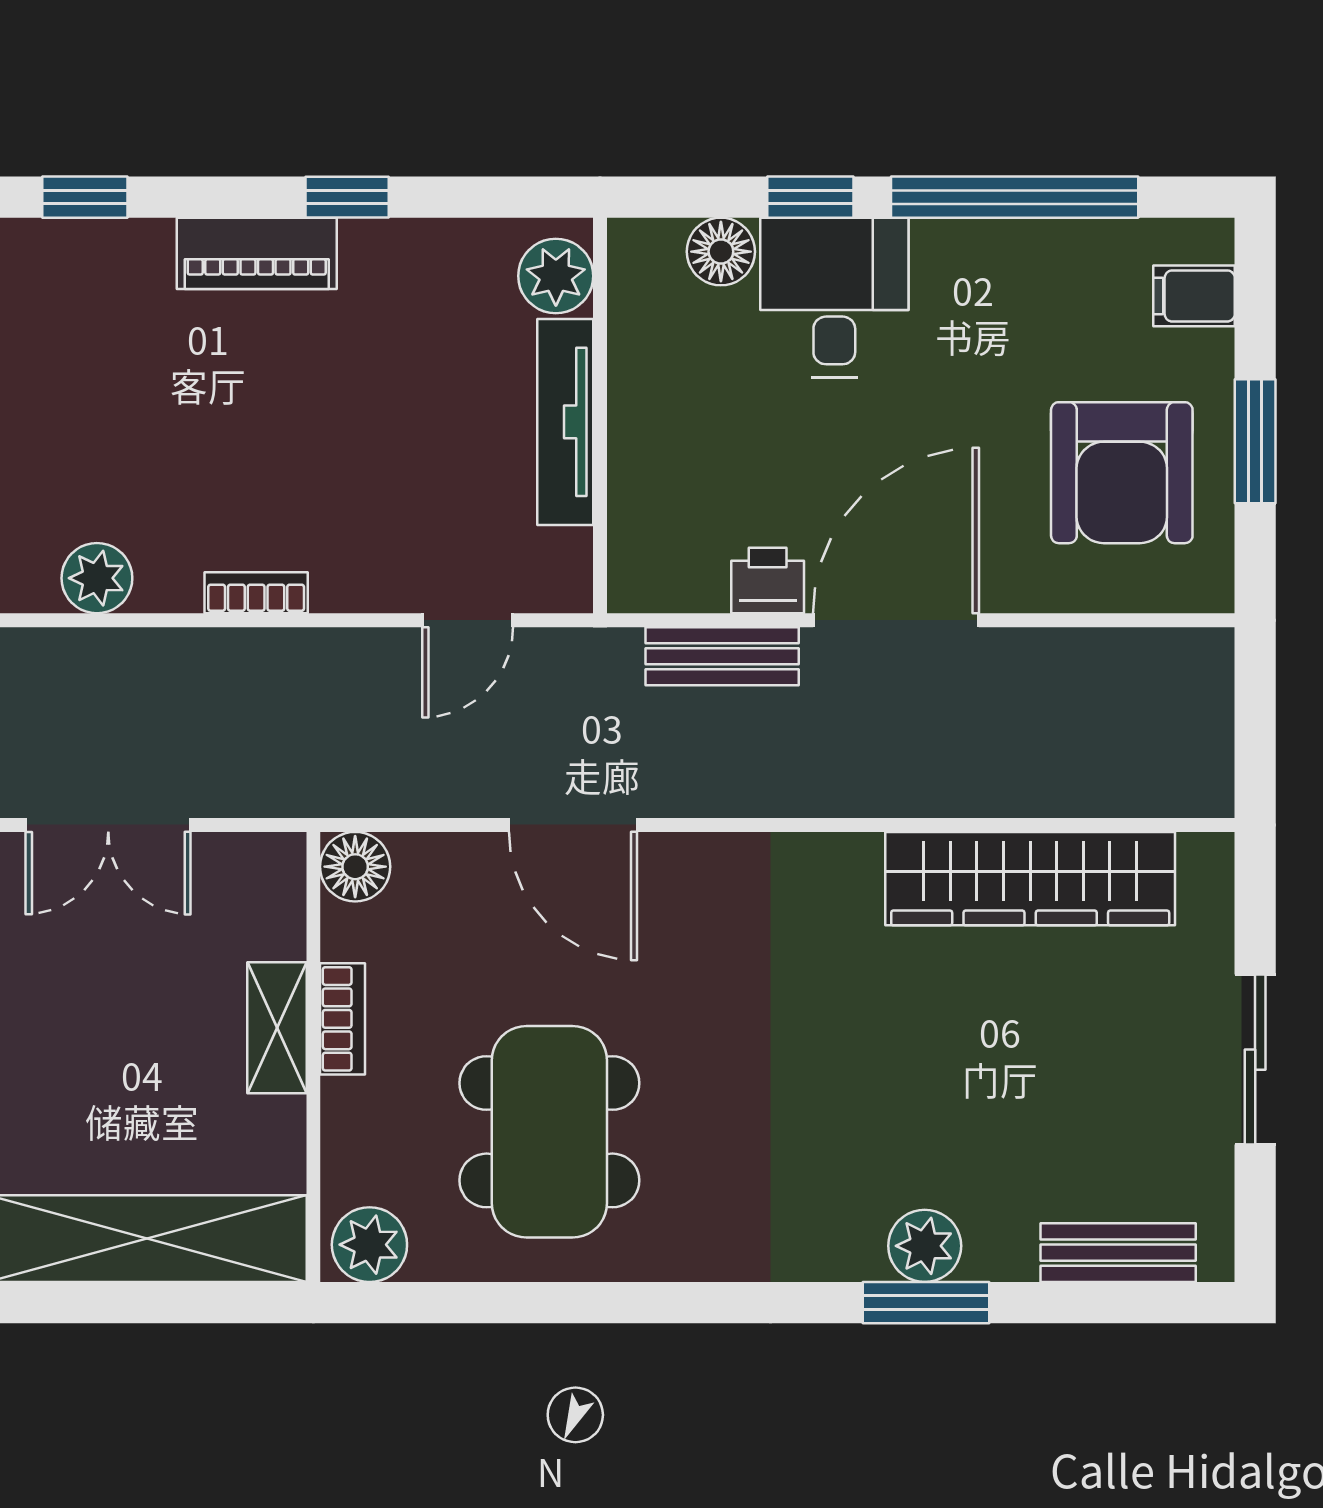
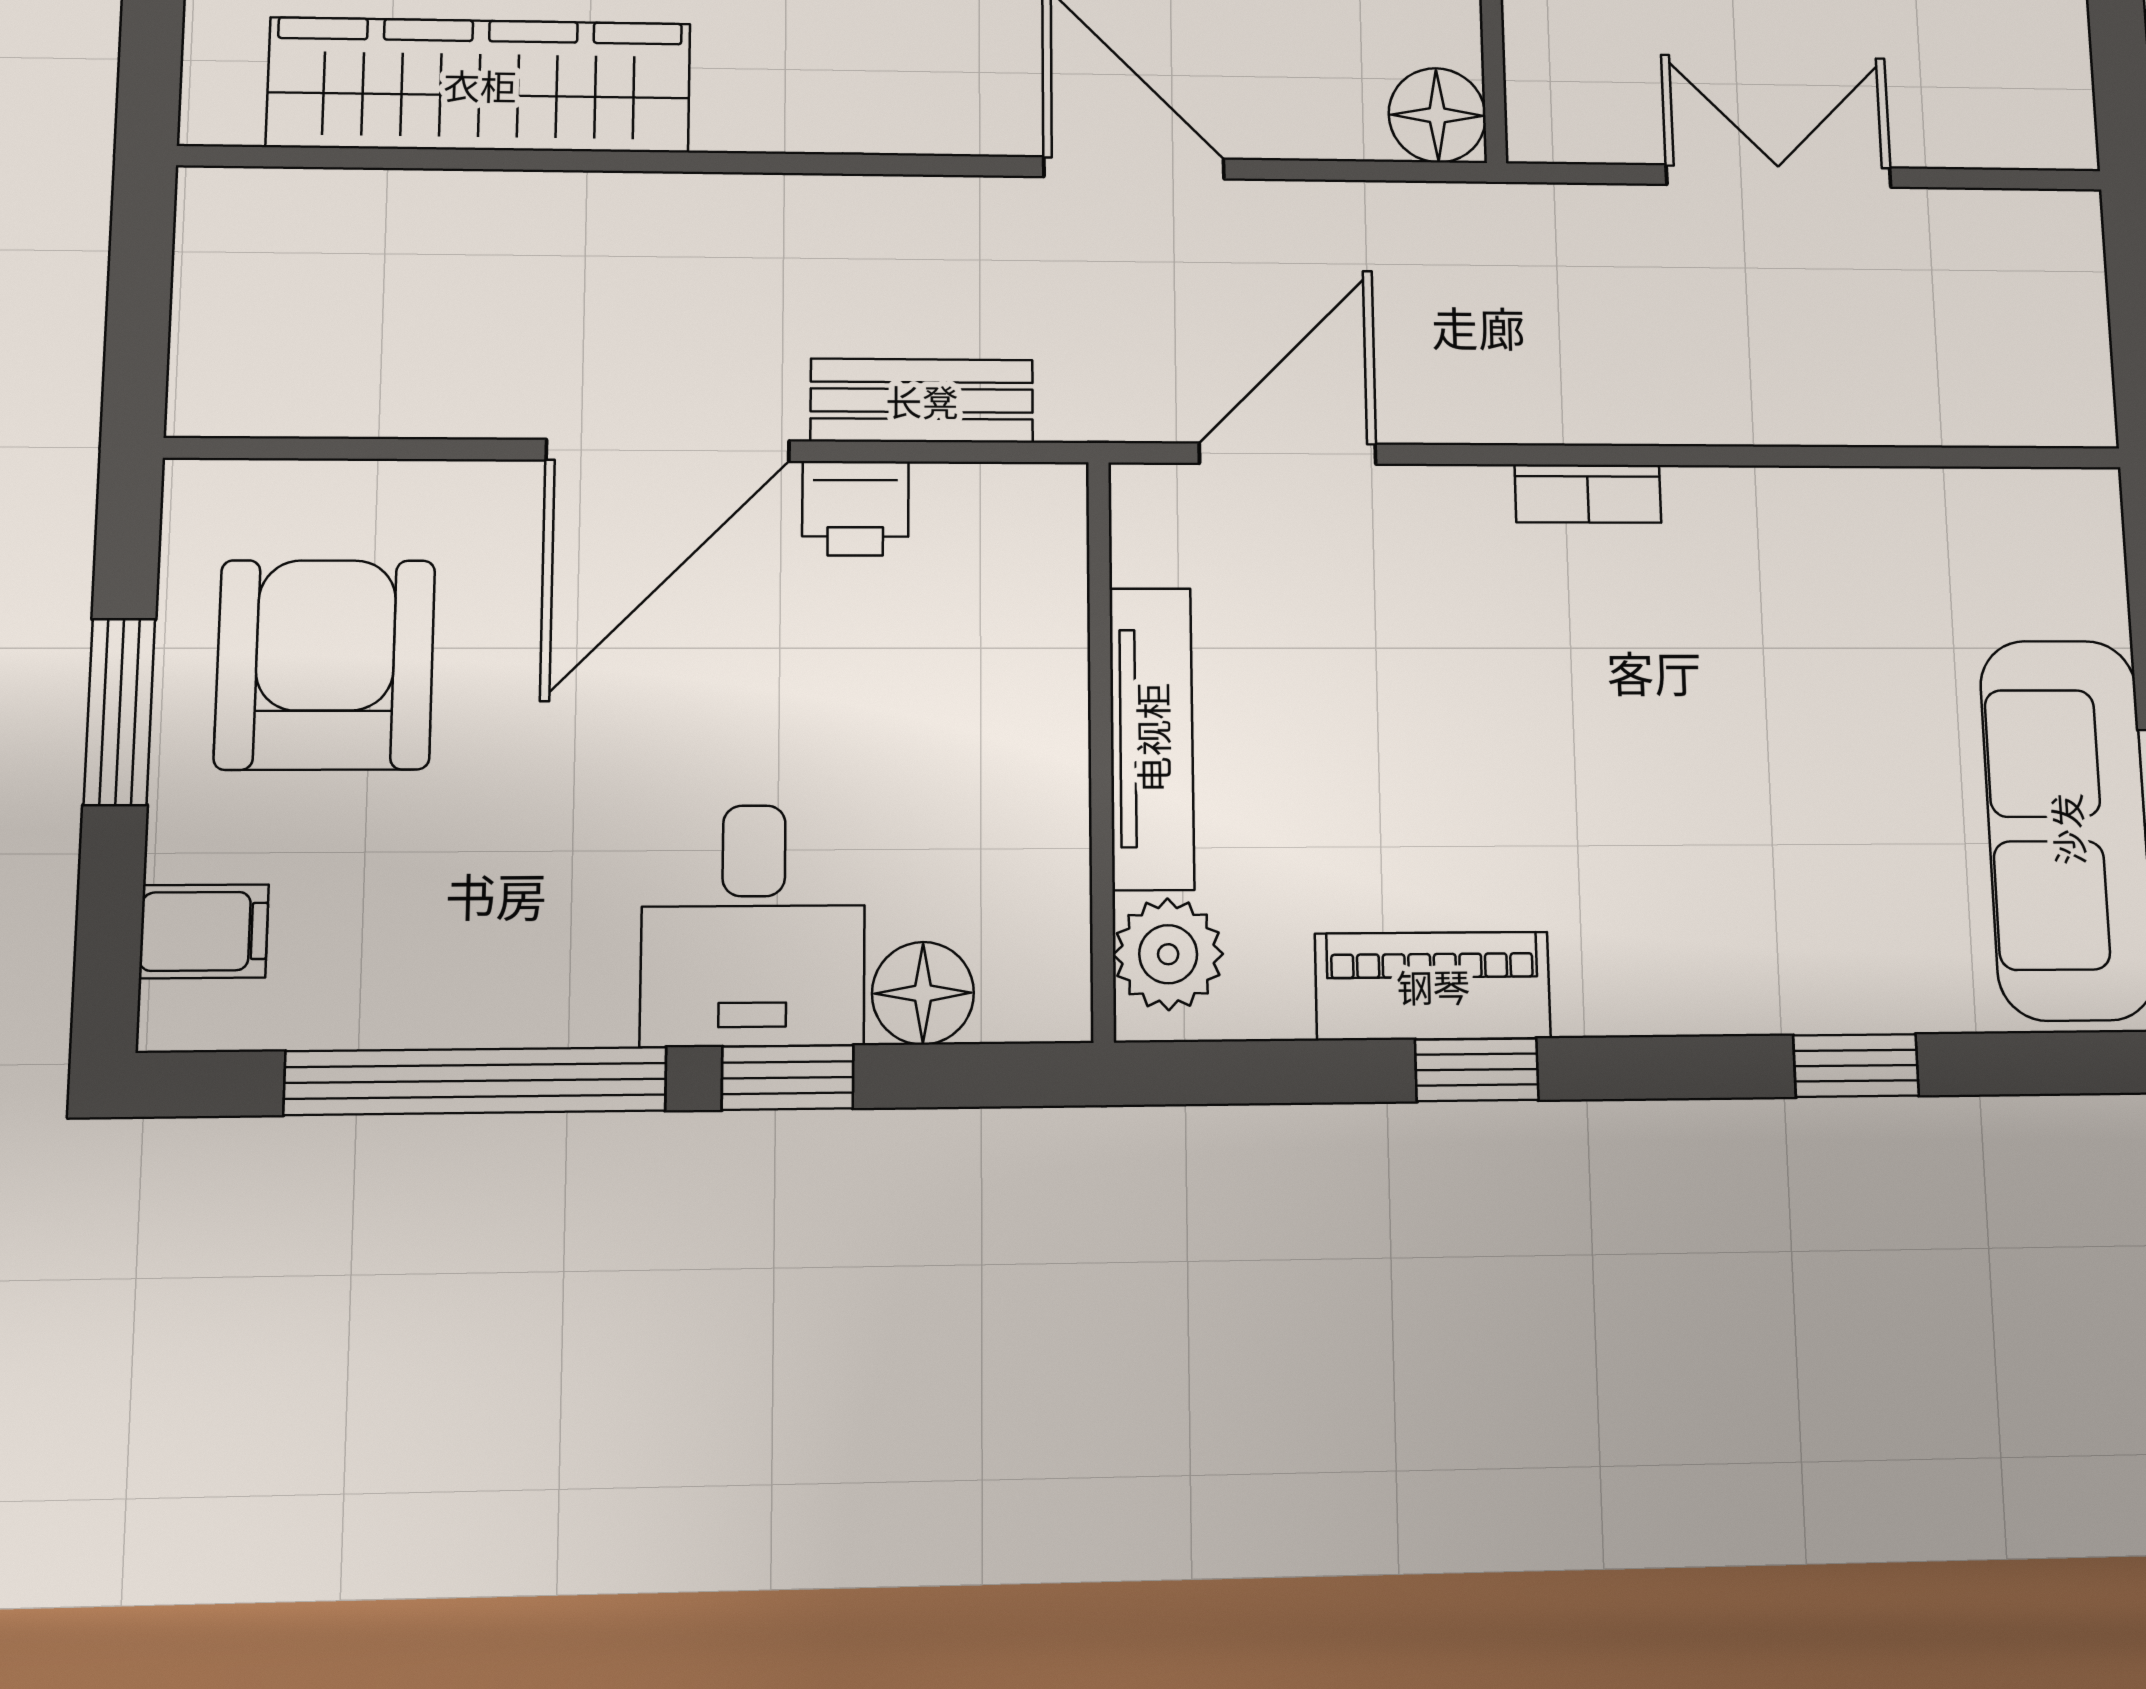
piano: (257, 253) -> (1433, 986), moved
plant: (97, 578) -> (1811, 515), removed
door: (468, 620) -> (1288, 454), width x1.38

